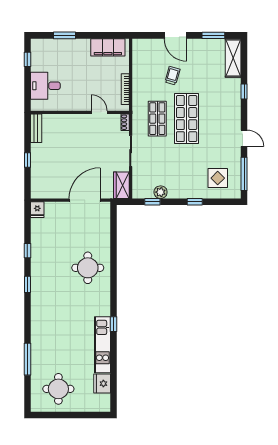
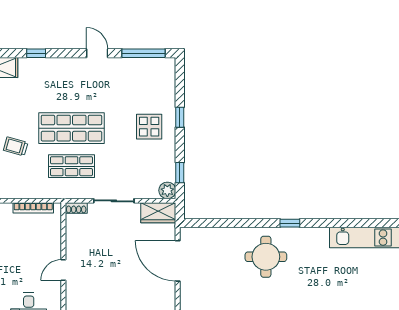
door: (99, 112) -> (63, 270), moved
door: (244, 138) -> (97, 53), hinge flipped
display table: (218, 178) -> (149, 127), moved
plant: (161, 192) -> (167, 190), moved
window: (114, 324) -> (290, 223), moved

